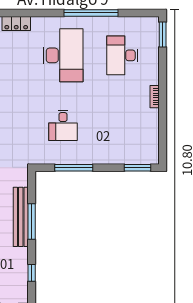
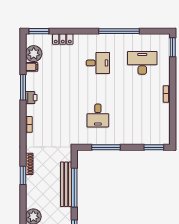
desk: (63, 55) -> (98, 63), width x0.53, depth x0.77
desk: (122, 55) -> (142, 63), turned 90
window: (32, 221) -> (74, 188), width x1.46

